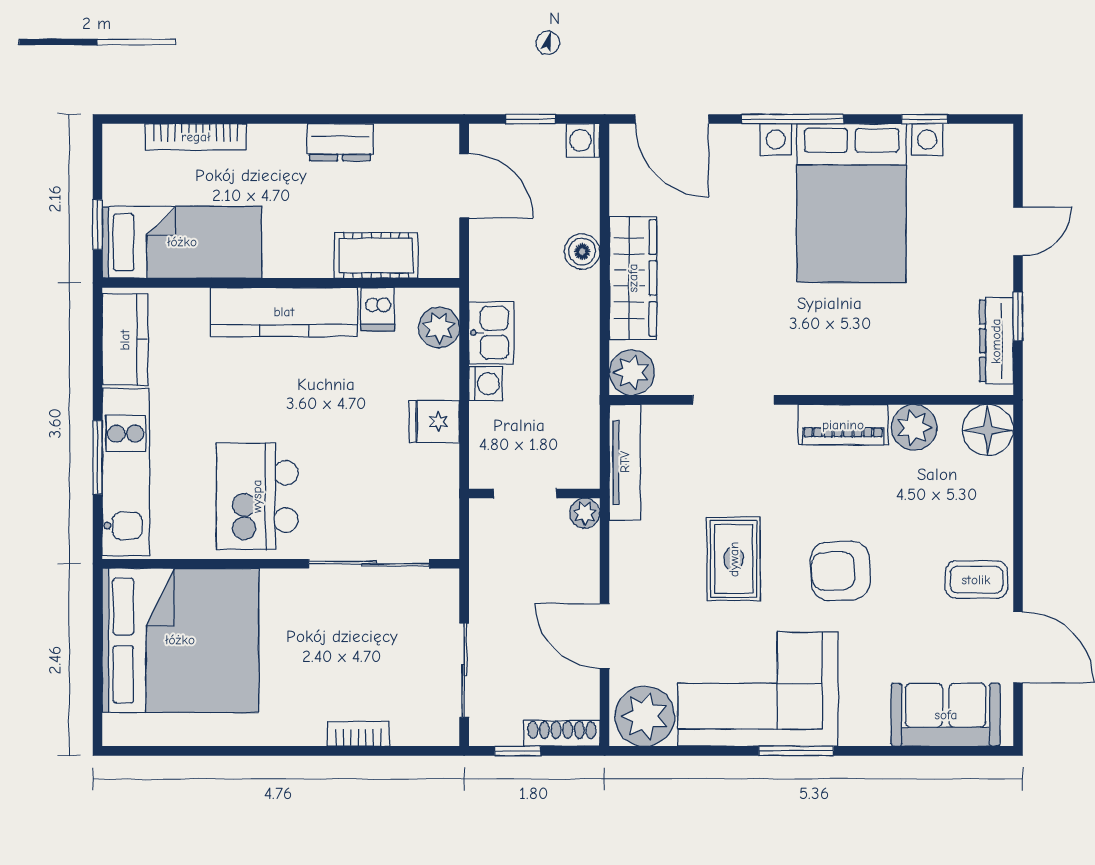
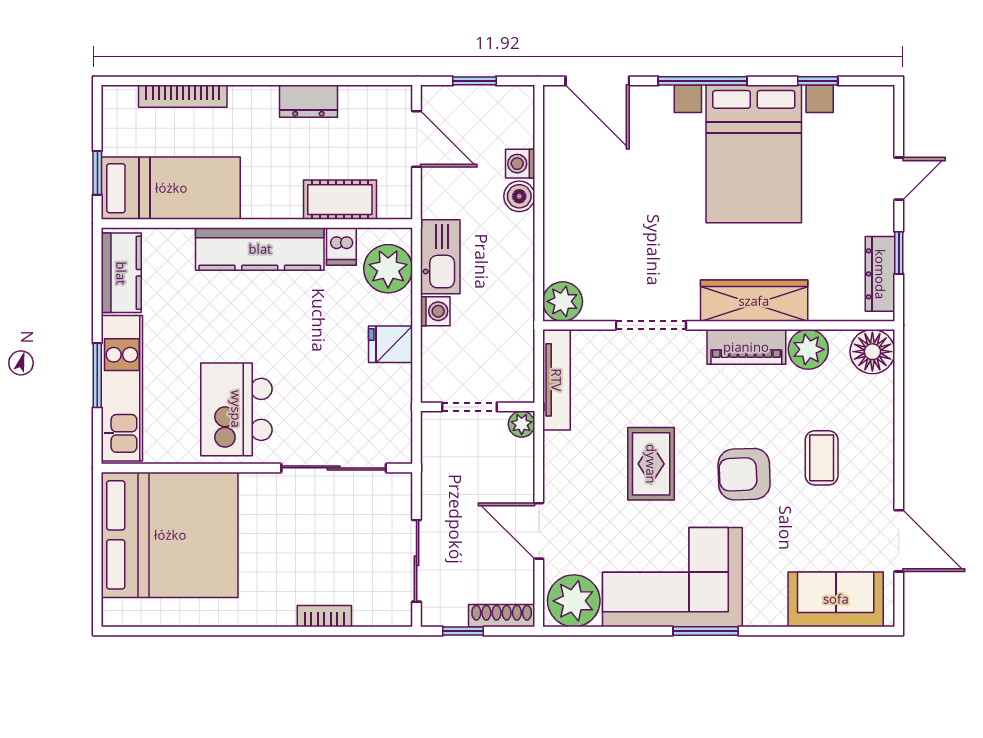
washing machine: (583, 140) -> (520, 164), moved
wardrobe: (633, 278) -> (754, 301), moved, turned -90
plant: (439, 327) -> (388, 269), width x1.36, depth x1.36
kitchen sink: (491, 333) -> (440, 257), width x1.38
coffee table: (976, 580) -> (822, 458), moved, turned 90

